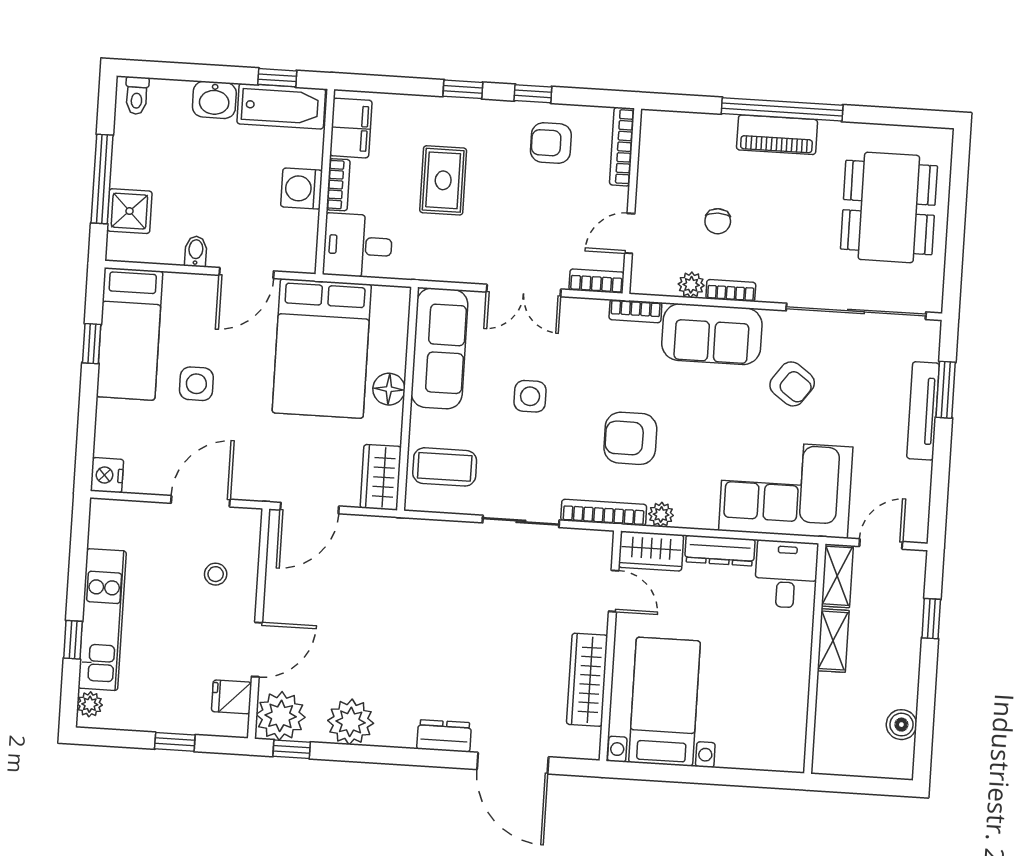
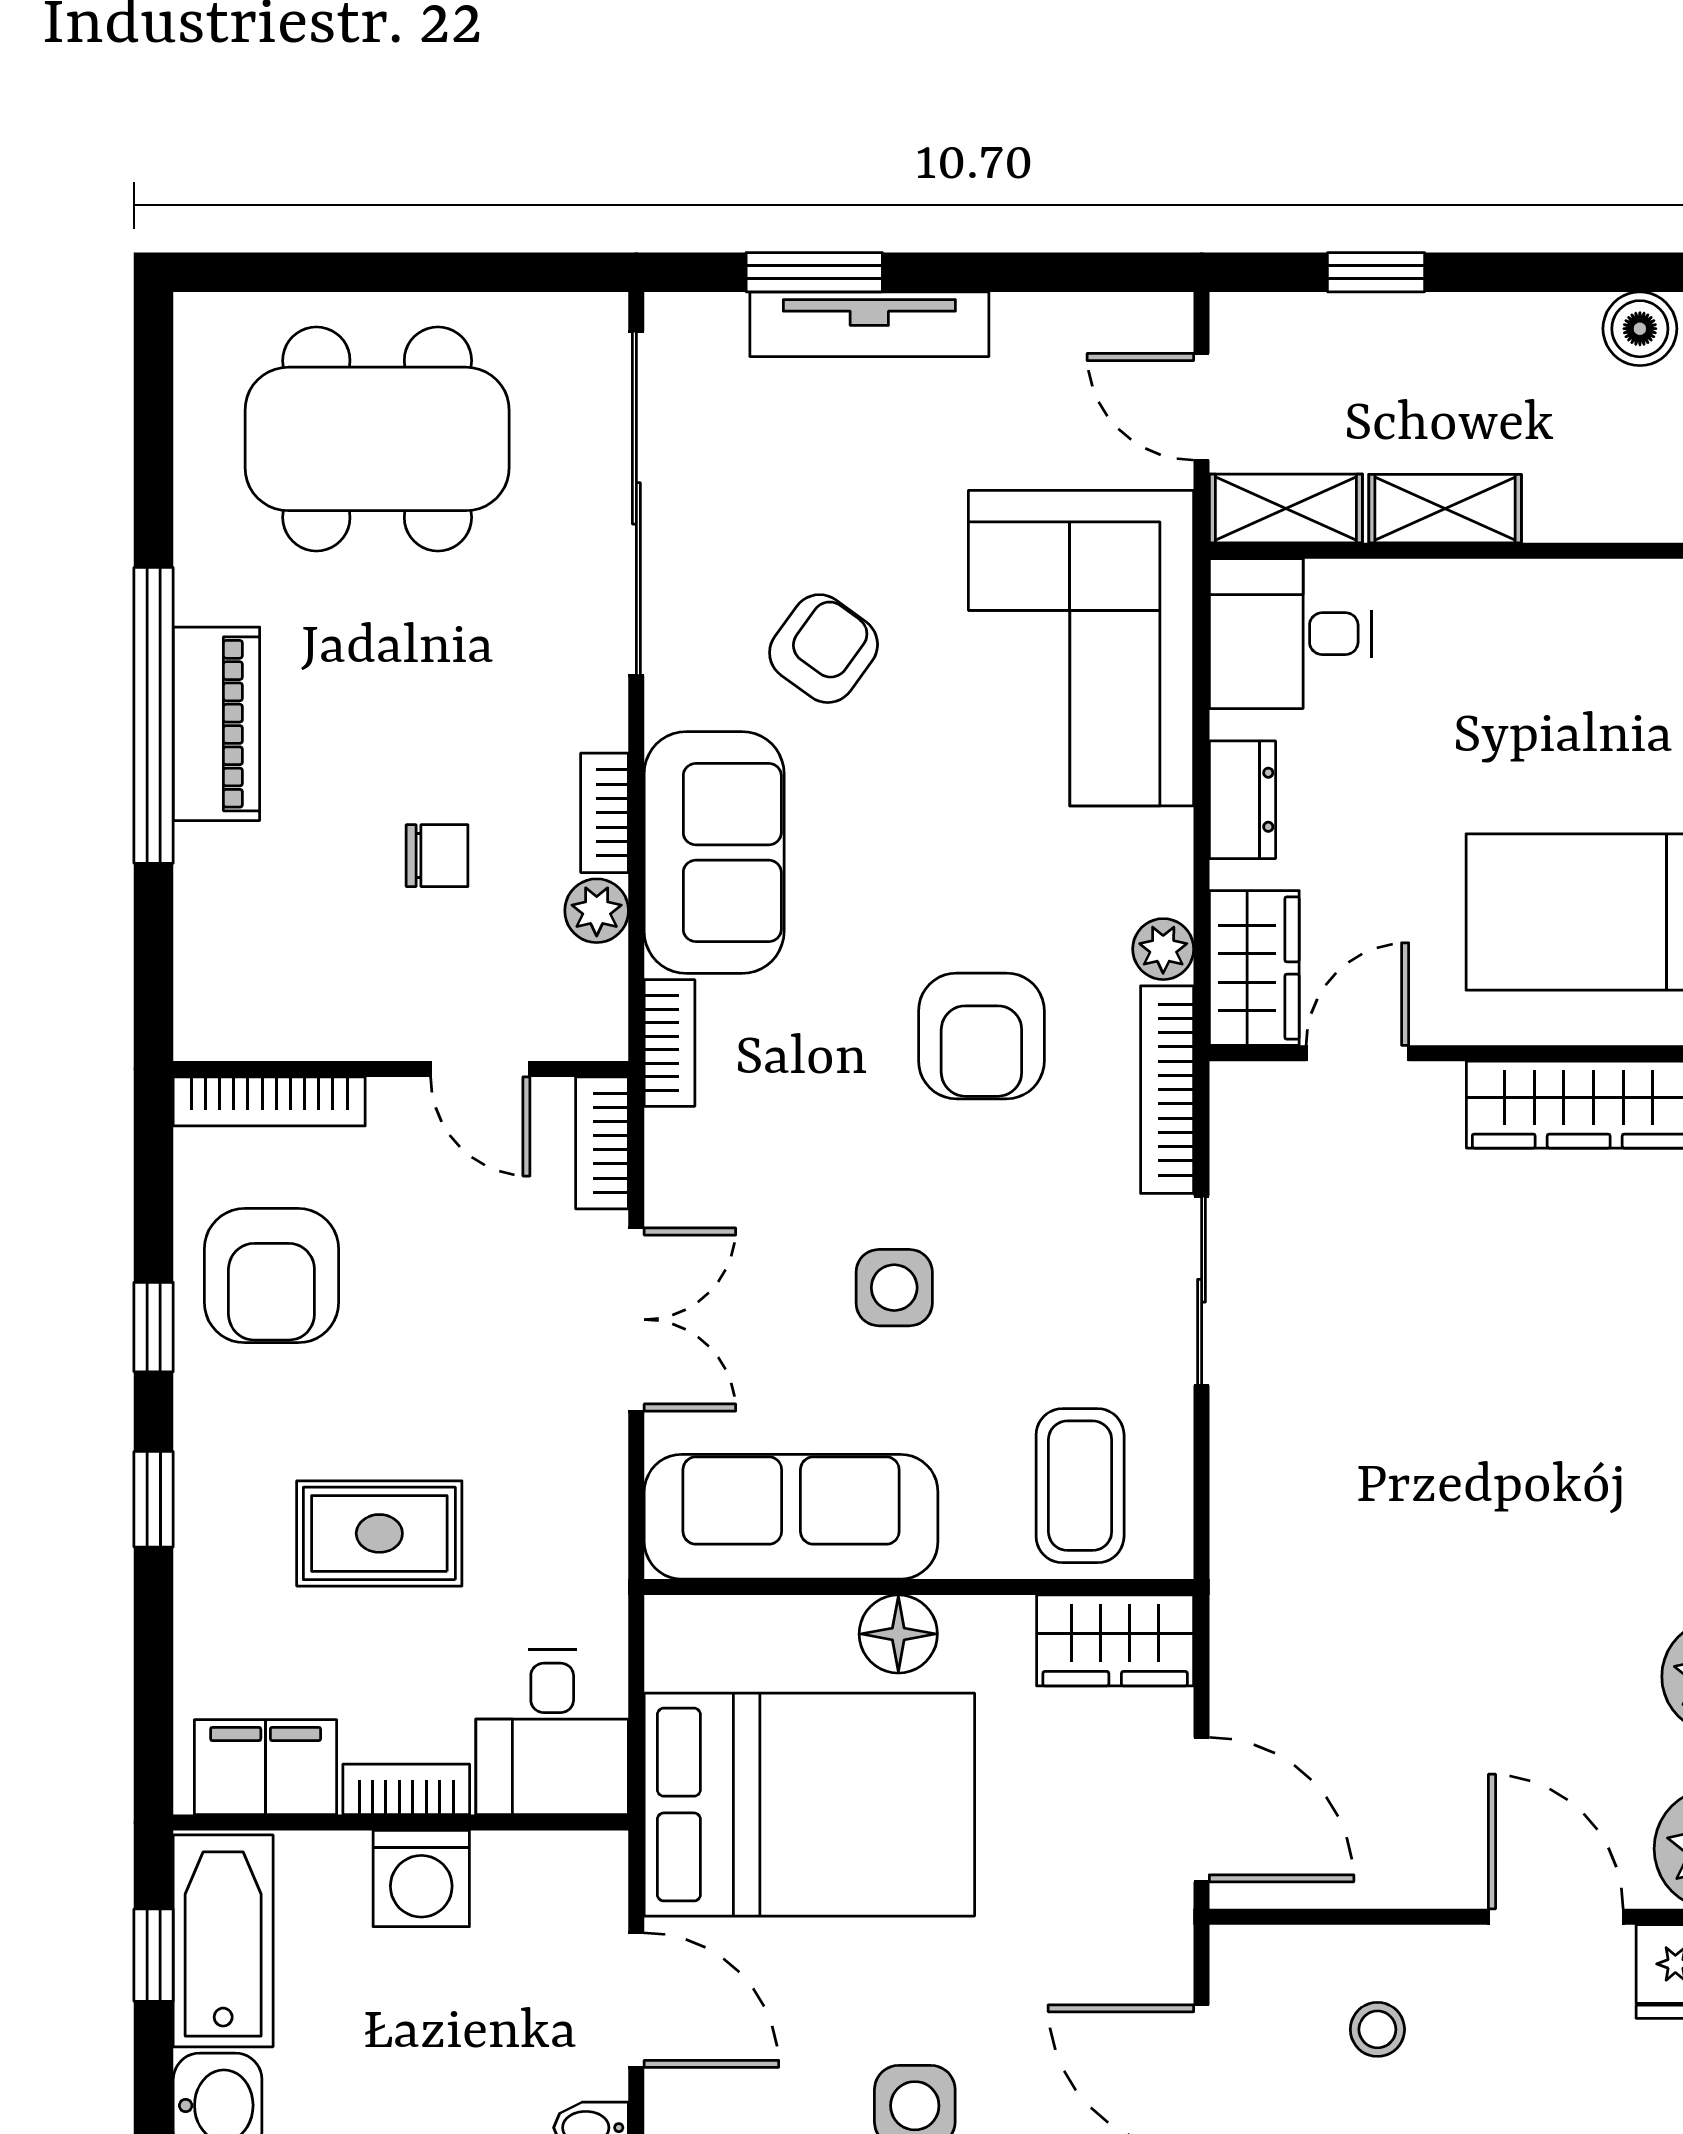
armchair: (551, 143) -> (271, 1276), width x1.38, depth x1.38
dresser: (720, 551) -> (1242, 800), width x0.70

